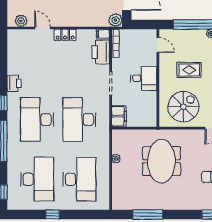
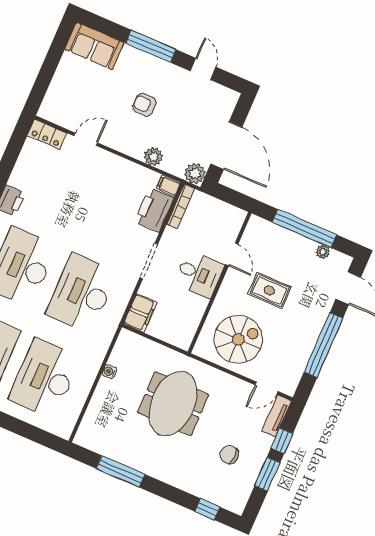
plant: (21, 21) -> (153, 157), moved
door: (43, 28) -> (86, 139), hinge flipped
locker: (65, 35) -> (47, 134), moved
door: (158, 45) -> (232, 254), moved
desk: (79, 179) -> (45, 378), turned 180

